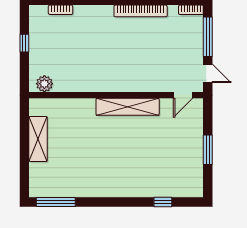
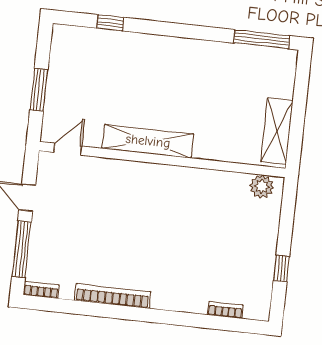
plant: (44, 84) -> (262, 187), moved
wall: (116, 95) -> (162, 159), moved
door: (183, 95) -> (68, 149), moved
shelving: (128, 107) -> (148, 141), moved

